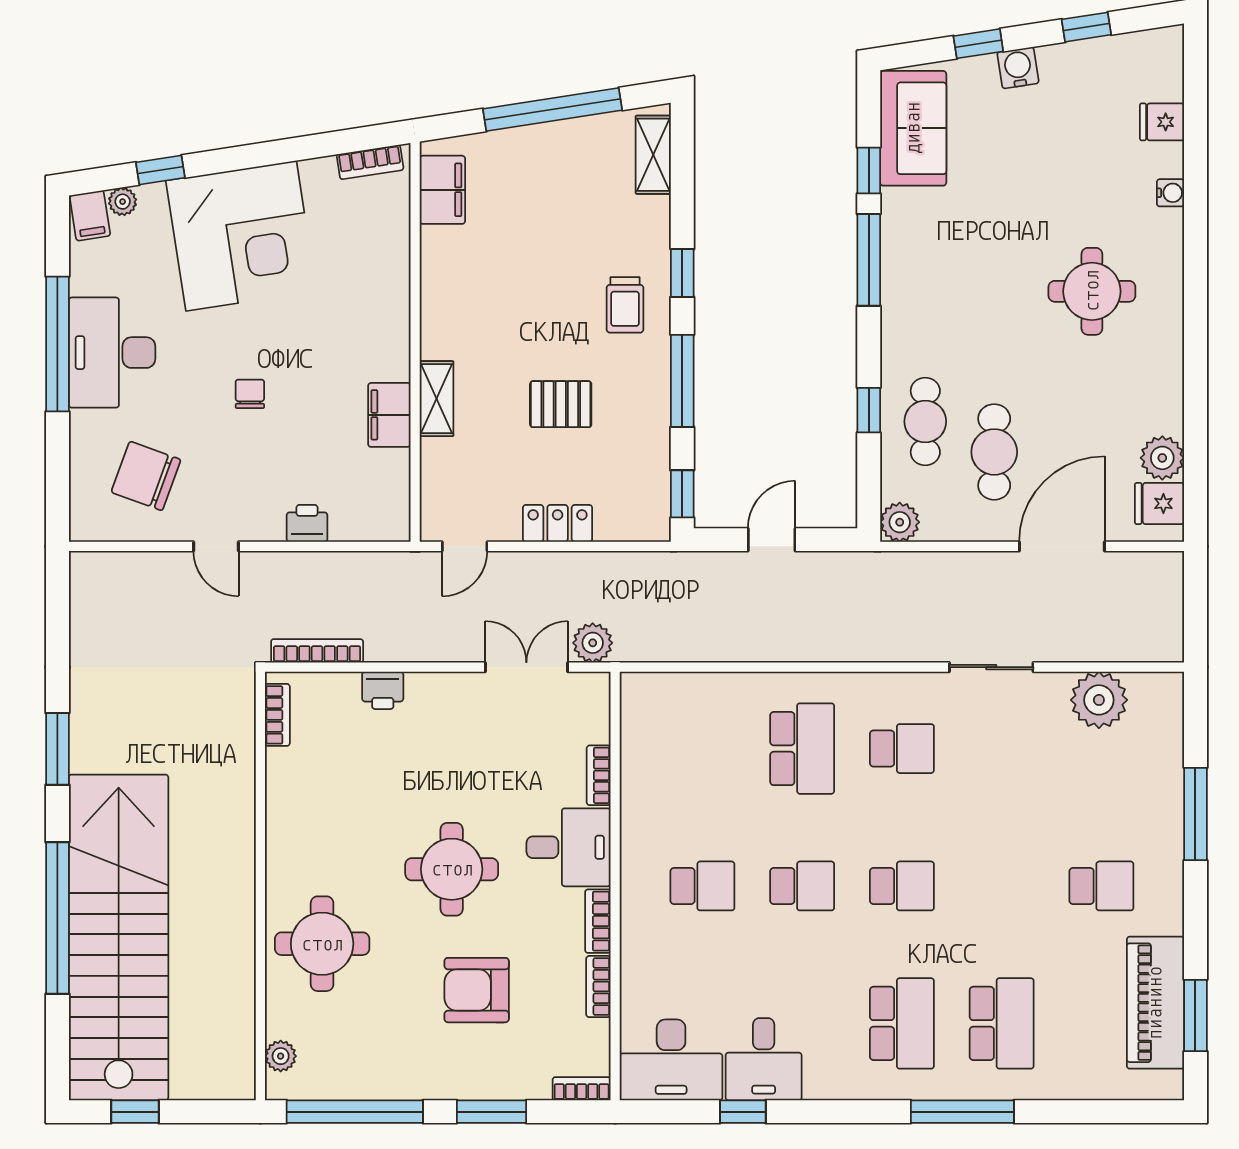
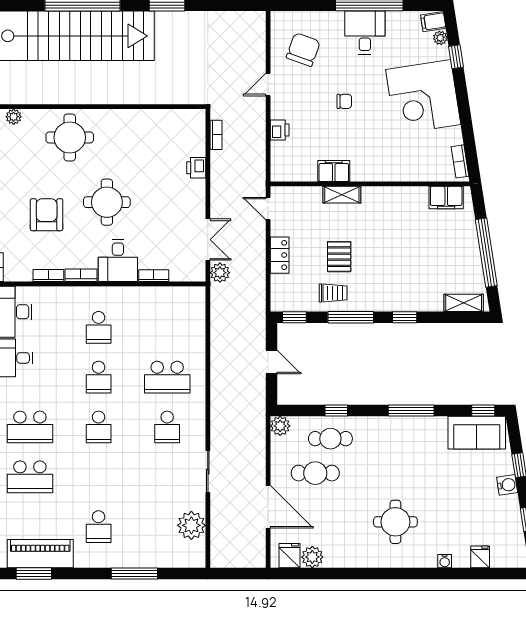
window: (869, 170) -> (483, 410), moved
trolley: (625, 305) -> (333, 293), moved, turned 180
desk: (112, 353) -> (365, 33), width x0.73
bookcase: (317, 651) -> (216, 135), width x0.64
bookcase: (277, 715) -> (184, 115), removed

